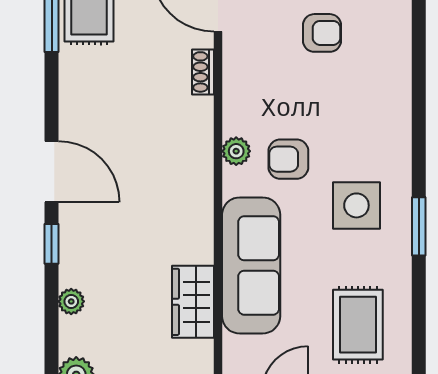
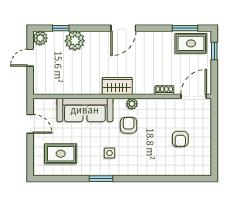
side table: (356, 205) -> (110, 153), width x0.54, depth x0.54
window: (52, 244) -> (61, 28), moved
plant: (71, 301) -> (75, 41), width x1.88, depth x1.88
wardrobe: (193, 302) -> (117, 86), moved

